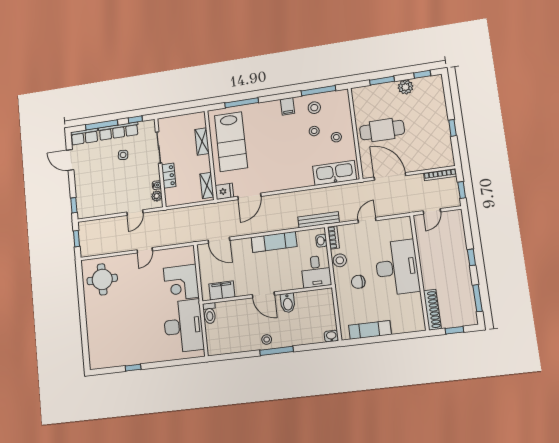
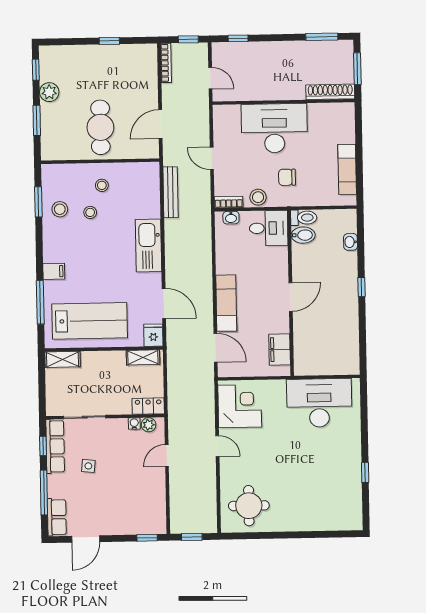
window: (318, 91) -> (38, 202), width x0.69
filing cabinet: (288, 106) -> (54, 271), moved
row of seats: (118, 131) -> (55, 446), moved
shelving: (202, 141) -> (63, 359), moved
kitchen sink: (335, 173) -> (148, 246), moved
locker: (169, 176) -> (148, 406), moved
door: (390, 176) -> (160, 124), width x0.73
door: (135, 213) -> (167, 456), swing flipped
bench: (319, 220) -> (171, 192), moved
door: (219, 240) -> (215, 348), hinge flipped
exam couch: (274, 242) -> (226, 303), moved
window: (471, 257) -> (238, 38), moved
chair: (358, 282) -> (287, 177), turned 90
corner desk: (181, 283) -> (240, 406), moved, turned -90
bidet: (288, 303) -> (303, 235), moved
toilet: (210, 313) -> (304, 218), moved
window: (454, 330) -> (357, 69), width x1.50
washbasin: (331, 336) -> (350, 242), moved
stool: (267, 339) -> (346, 298), removed
window: (277, 351) -> (362, 287), width x0.46

